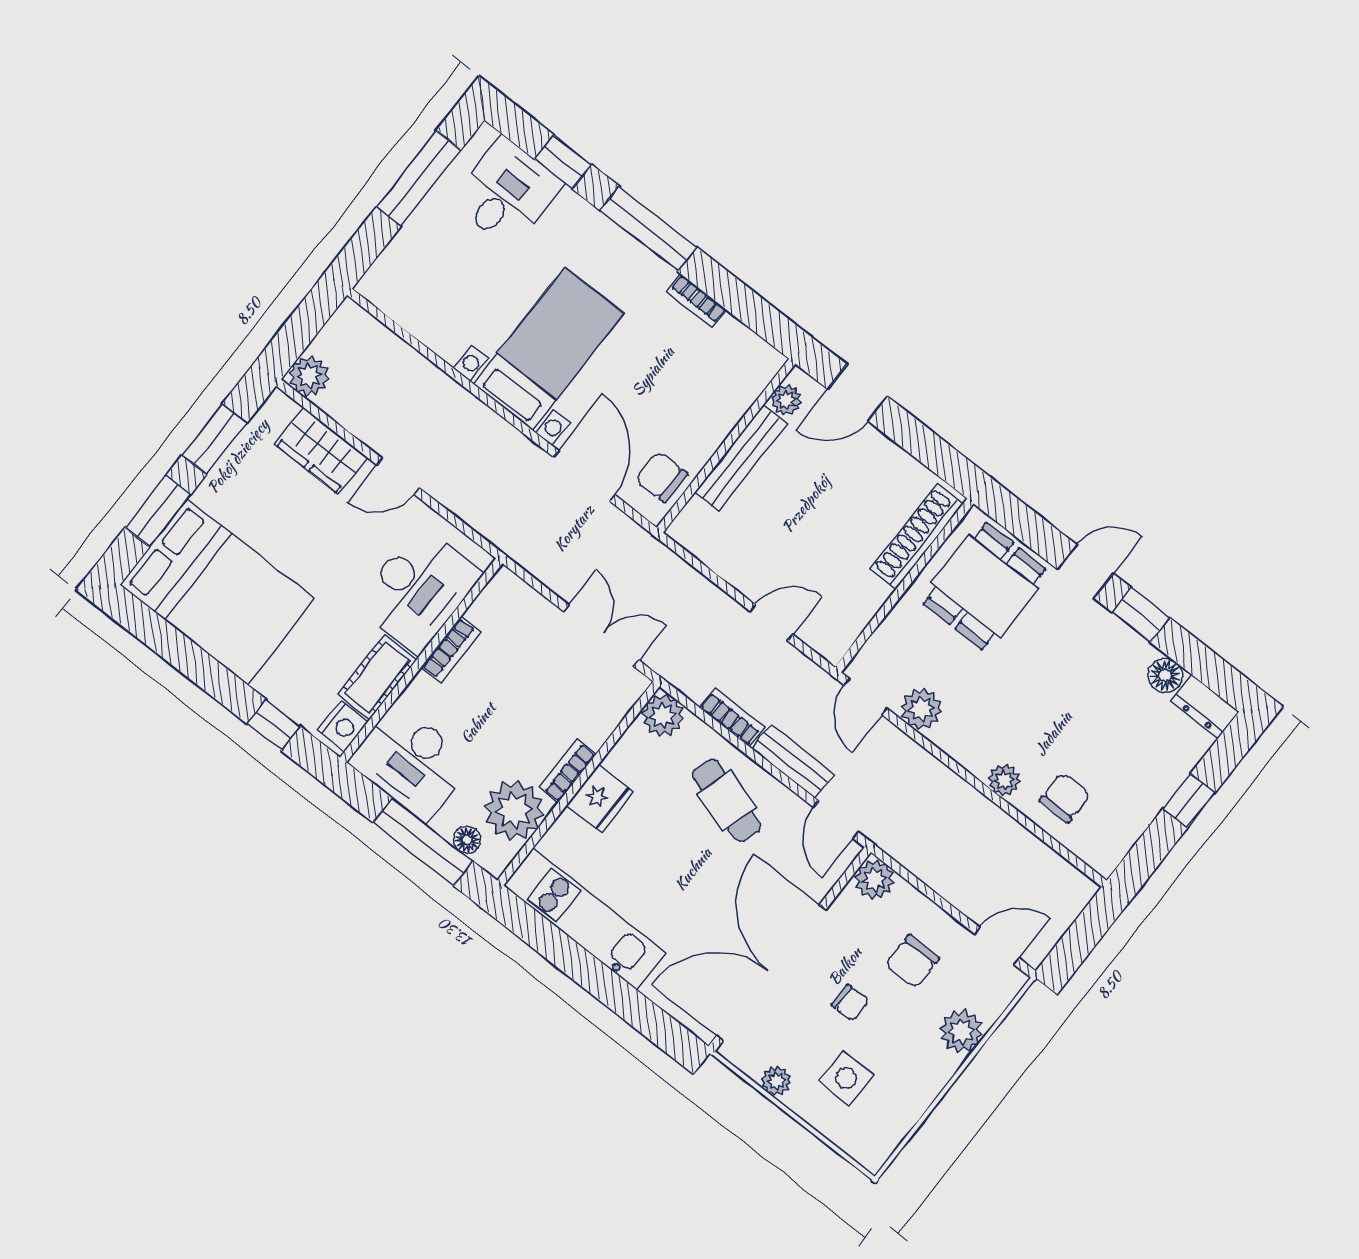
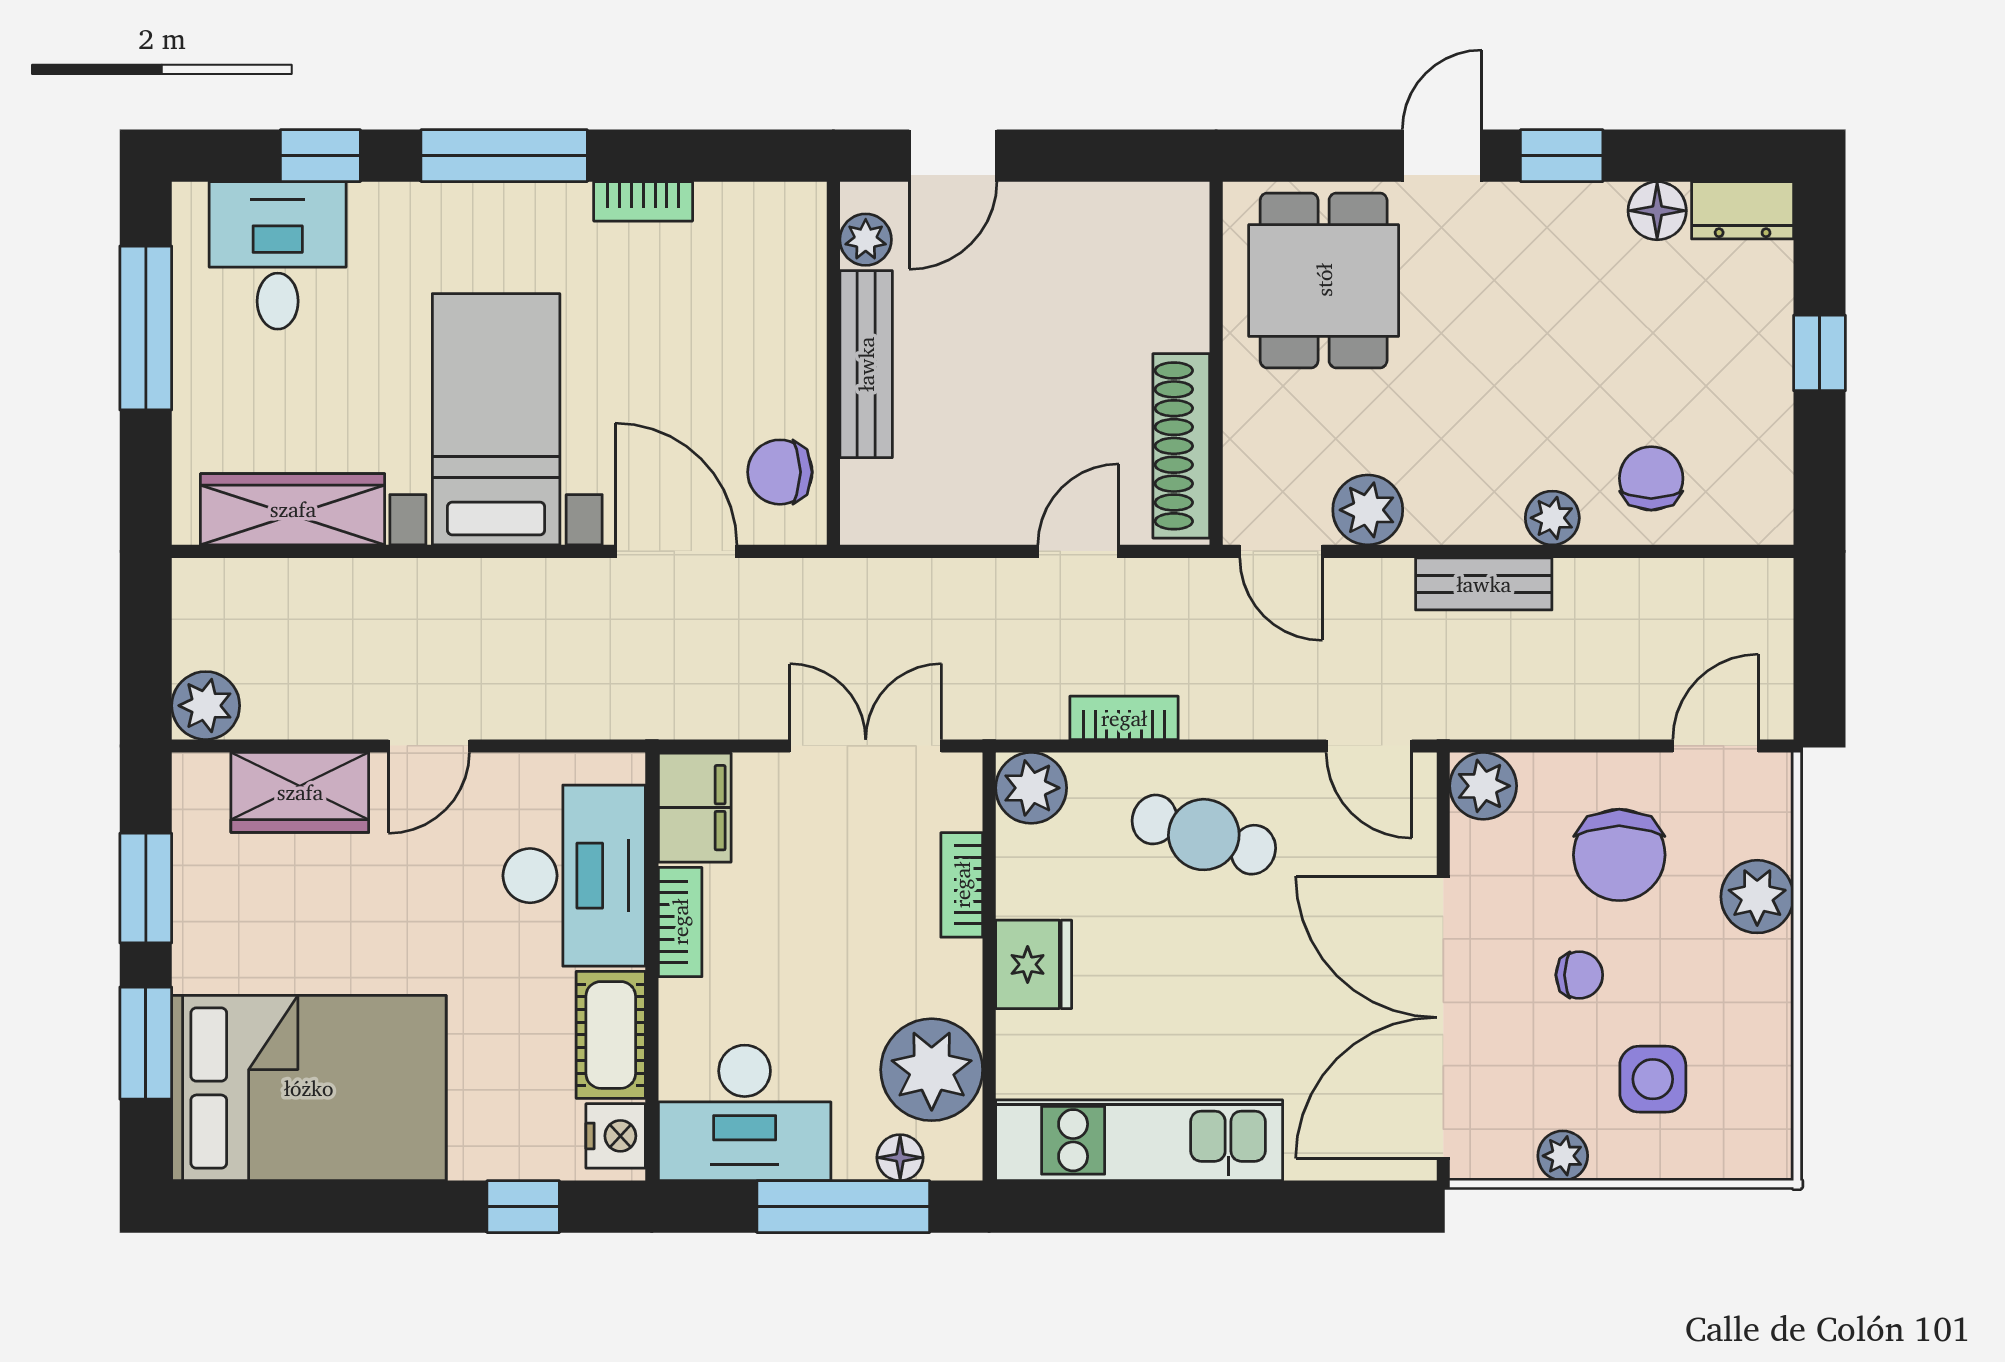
wardrobe: (421, 316) -> (293, 509), added
shoe rack: (916, 536) -> (1181, 446), moved
filing cabinet: (499, 602) -> (695, 808), added
bench: (793, 761) -> (1484, 584), moved
bookcase: (568, 771) -> (962, 885), moved
chair: (912, 961) -> (1619, 855), width x1.37, depth x1.37

